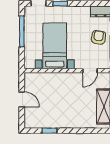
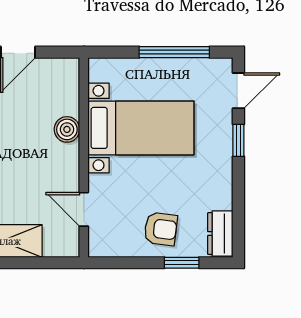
boiler: (55, 78) -> (67, 129), added

